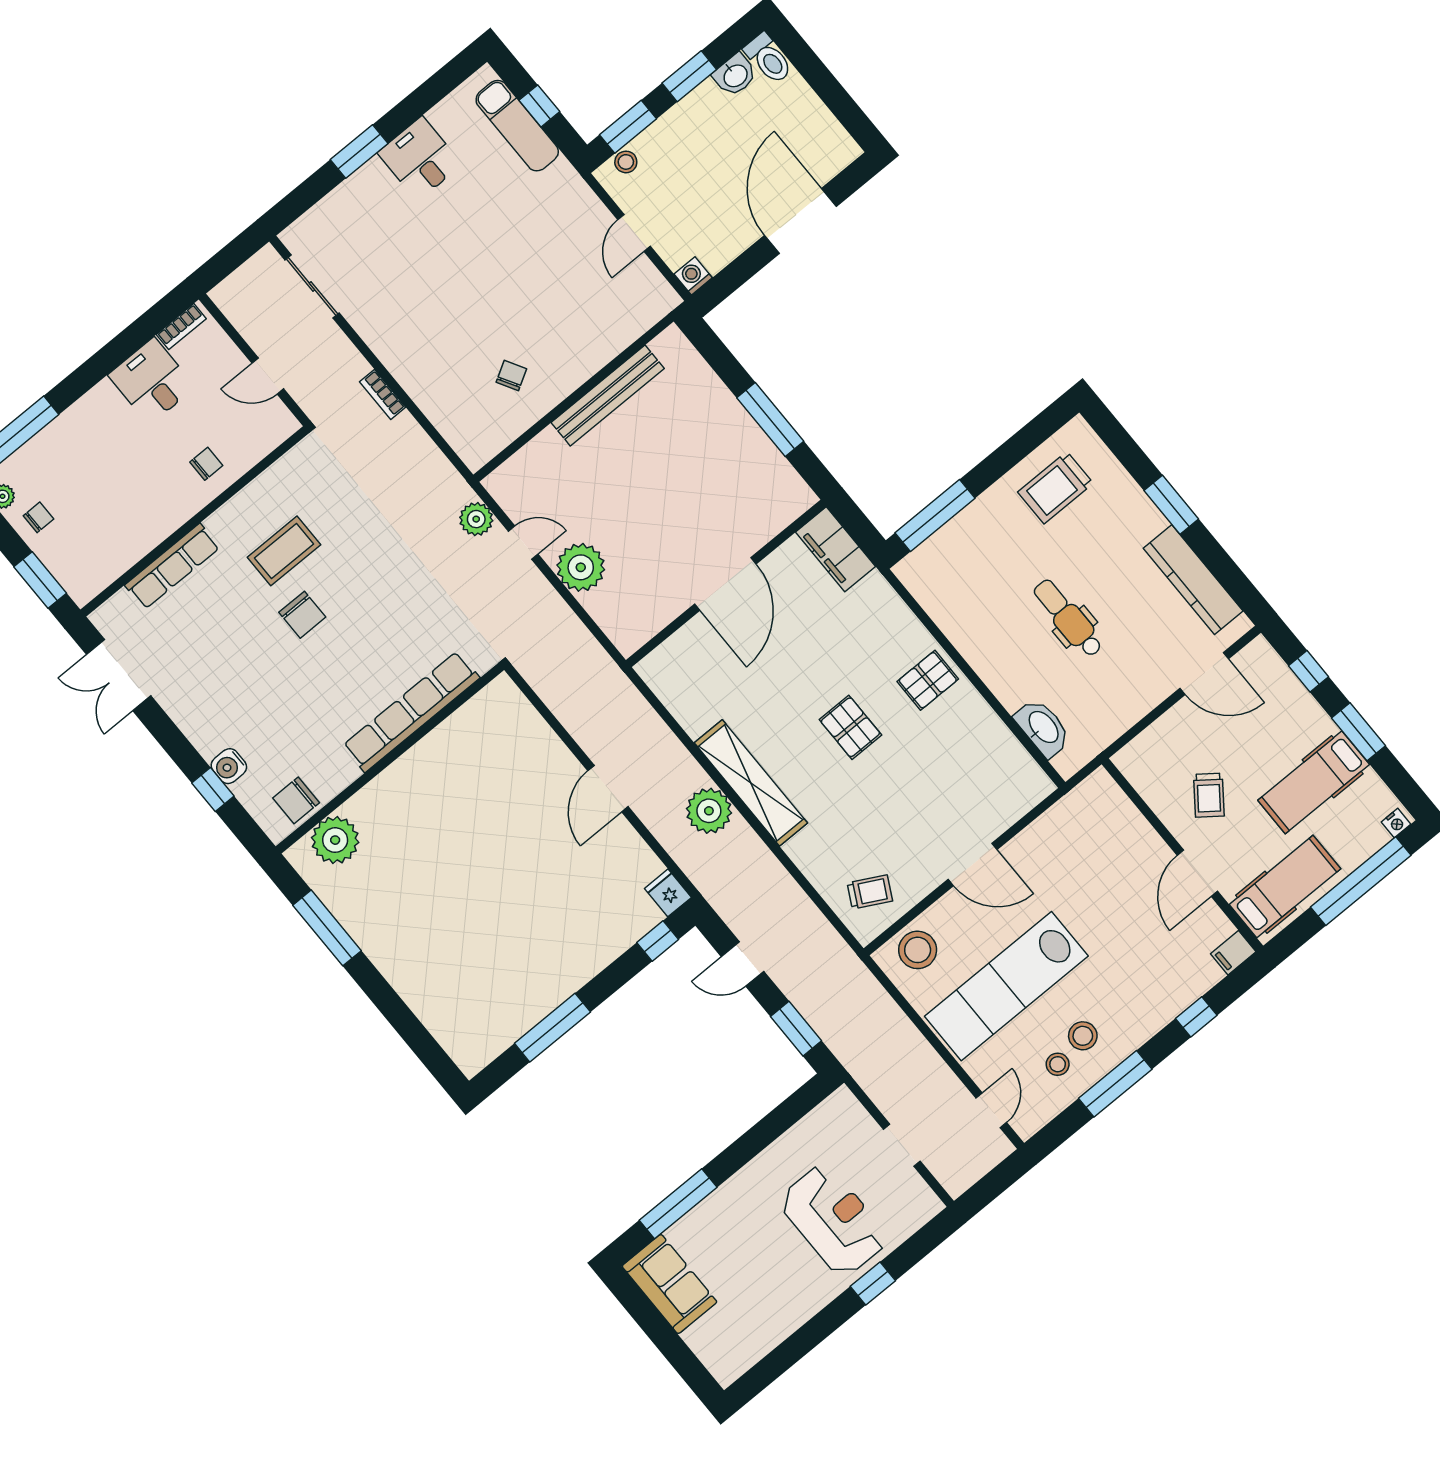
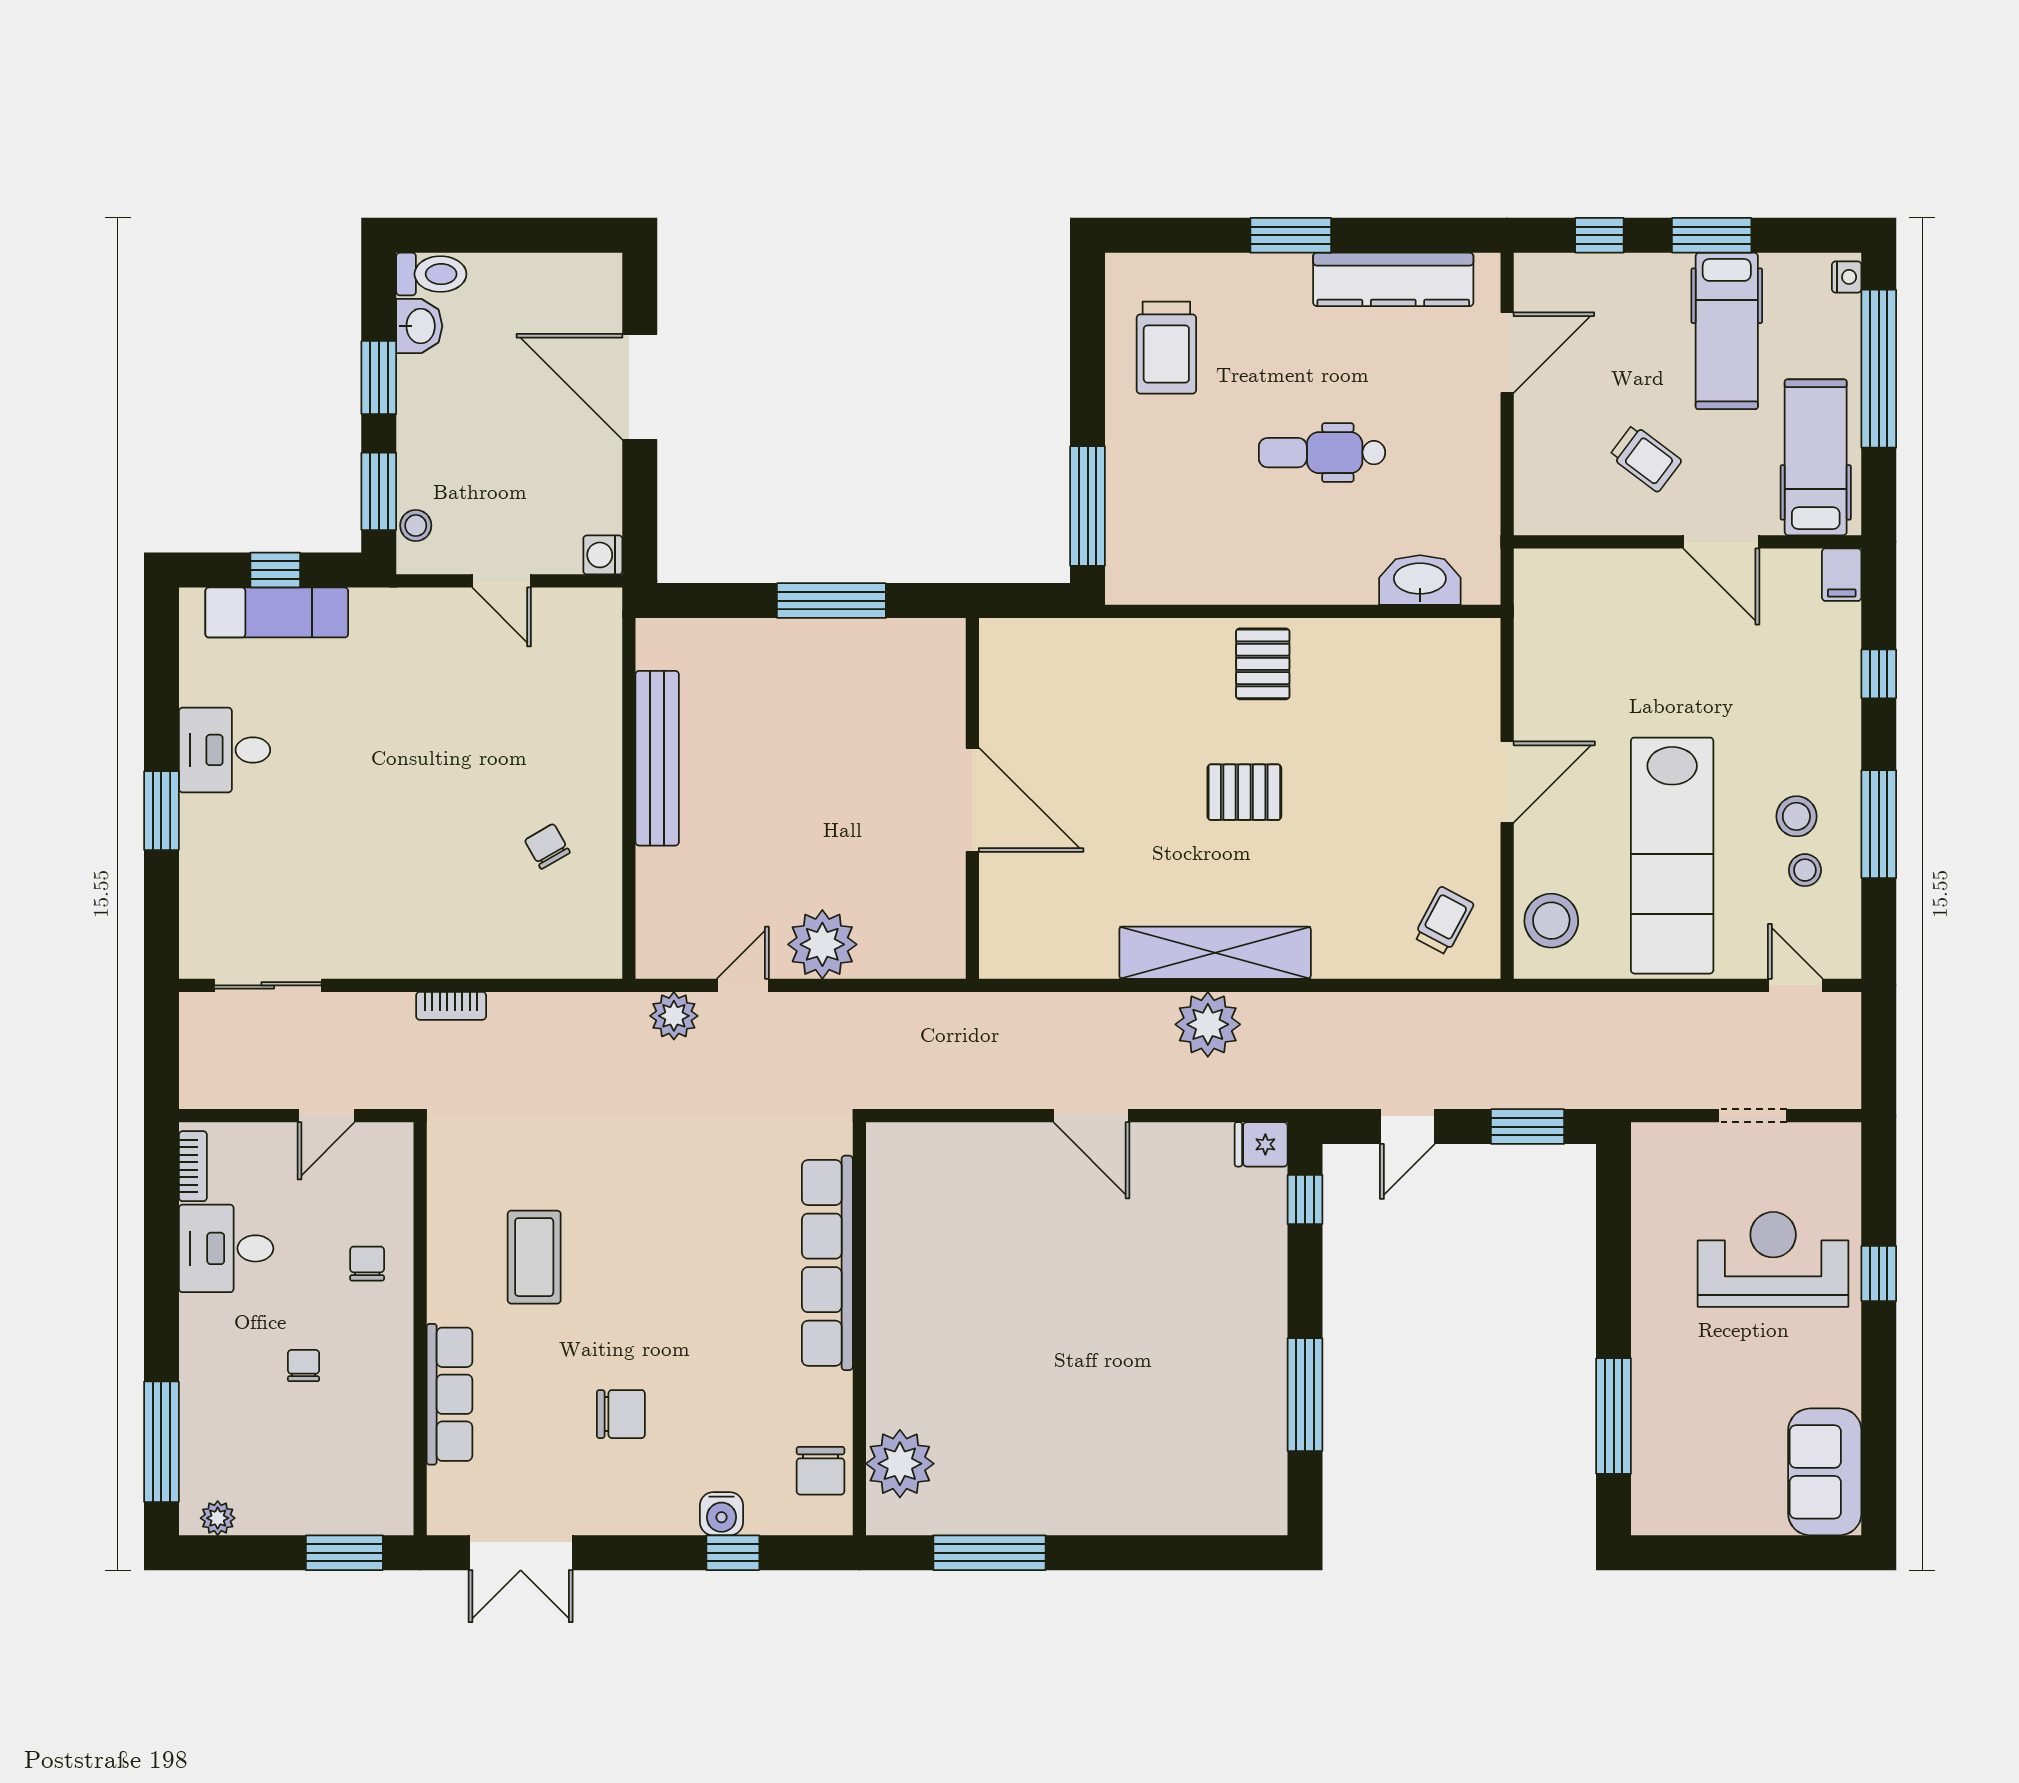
chair: (38, 517) -> (304, 1366), moved
filing cabinet: (835, 549) -> (1034, 647), removed
chair: (302, 615) -> (621, 1414), moved
sofa: (669, 1284) -> (1825, 1472), moved, turned -90

